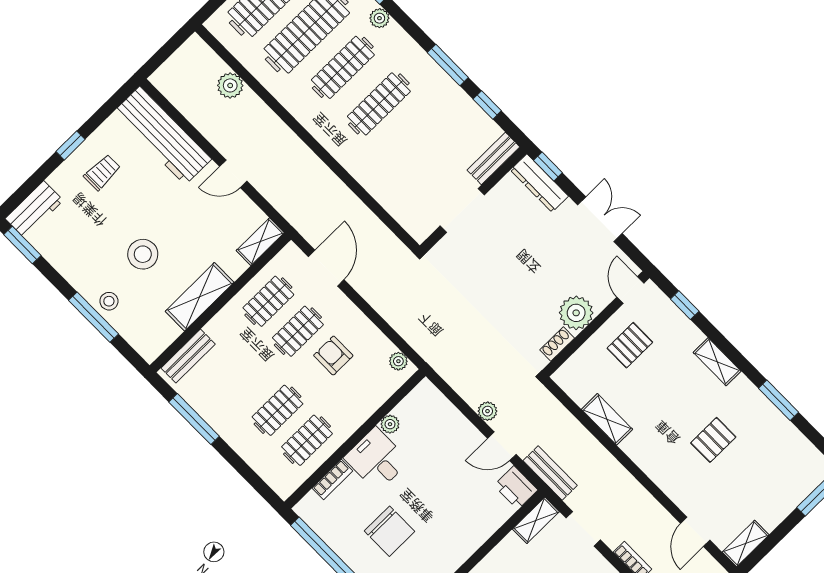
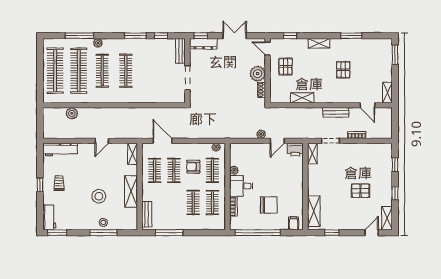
workbench: (162, 136) -> (60, 150), width x0.73, depth x0.76
clothes rail: (357, 391) -> (212, 170), added
bench: (550, 473) -> (336, 112), moved

